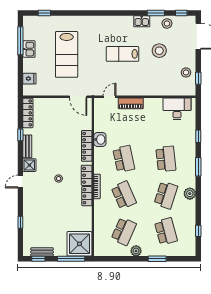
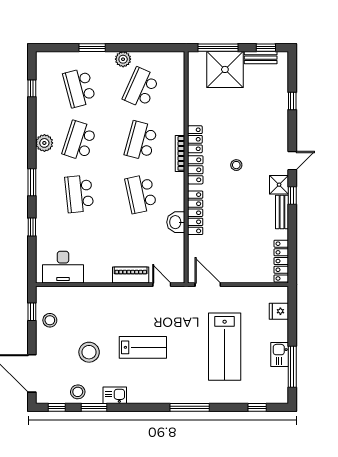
window: (90, 13) -> (190, 407), added
lab bench: (67, 54) -> (225, 347), turned 180
door: (110, 97) -> (162, 285), swing flipped
window: (20, 135) -> (292, 195), moved
school desk: (124, 195) -> (141, 141), turned 39
shower: (79, 244) -> (225, 69), moved

